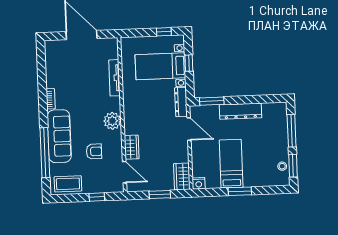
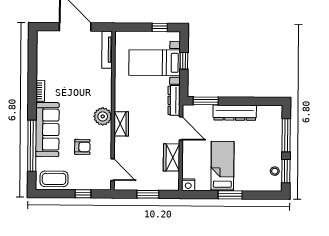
tv unit: (114, 78) -> (107, 50), moved
wardrobe: (132, 147) -> (121, 124), moved
wardrobe: (182, 176) -> (171, 157), moved

